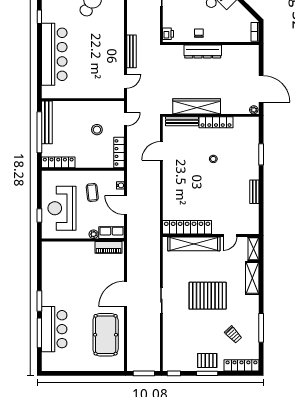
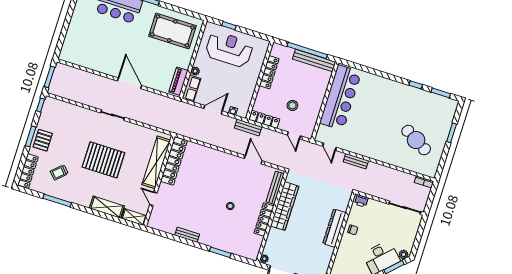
bench: (131, 51) -> (356, 161), width x0.73
bar counter: (54, 54) -> (341, 98), moved, turned -90
locker: (58, 162) -> (269, 72), moved
bench: (132, 166) -> (248, 127), added
coffee table: (92, 192) -> (235, 82), removed
pallet: (208, 296) -> (103, 160), turned 90
pool table: (106, 335) -> (172, 31), moved

